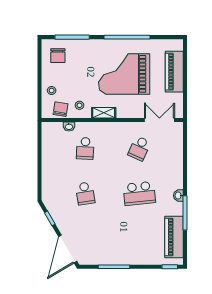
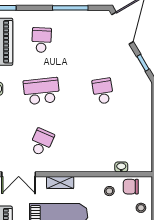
chair: (61, 109) -> (131, 187), turned 81
shelving: (104, 113) -> (60, 183), moved
school desk: (85, 148) -> (41, 40), moved

